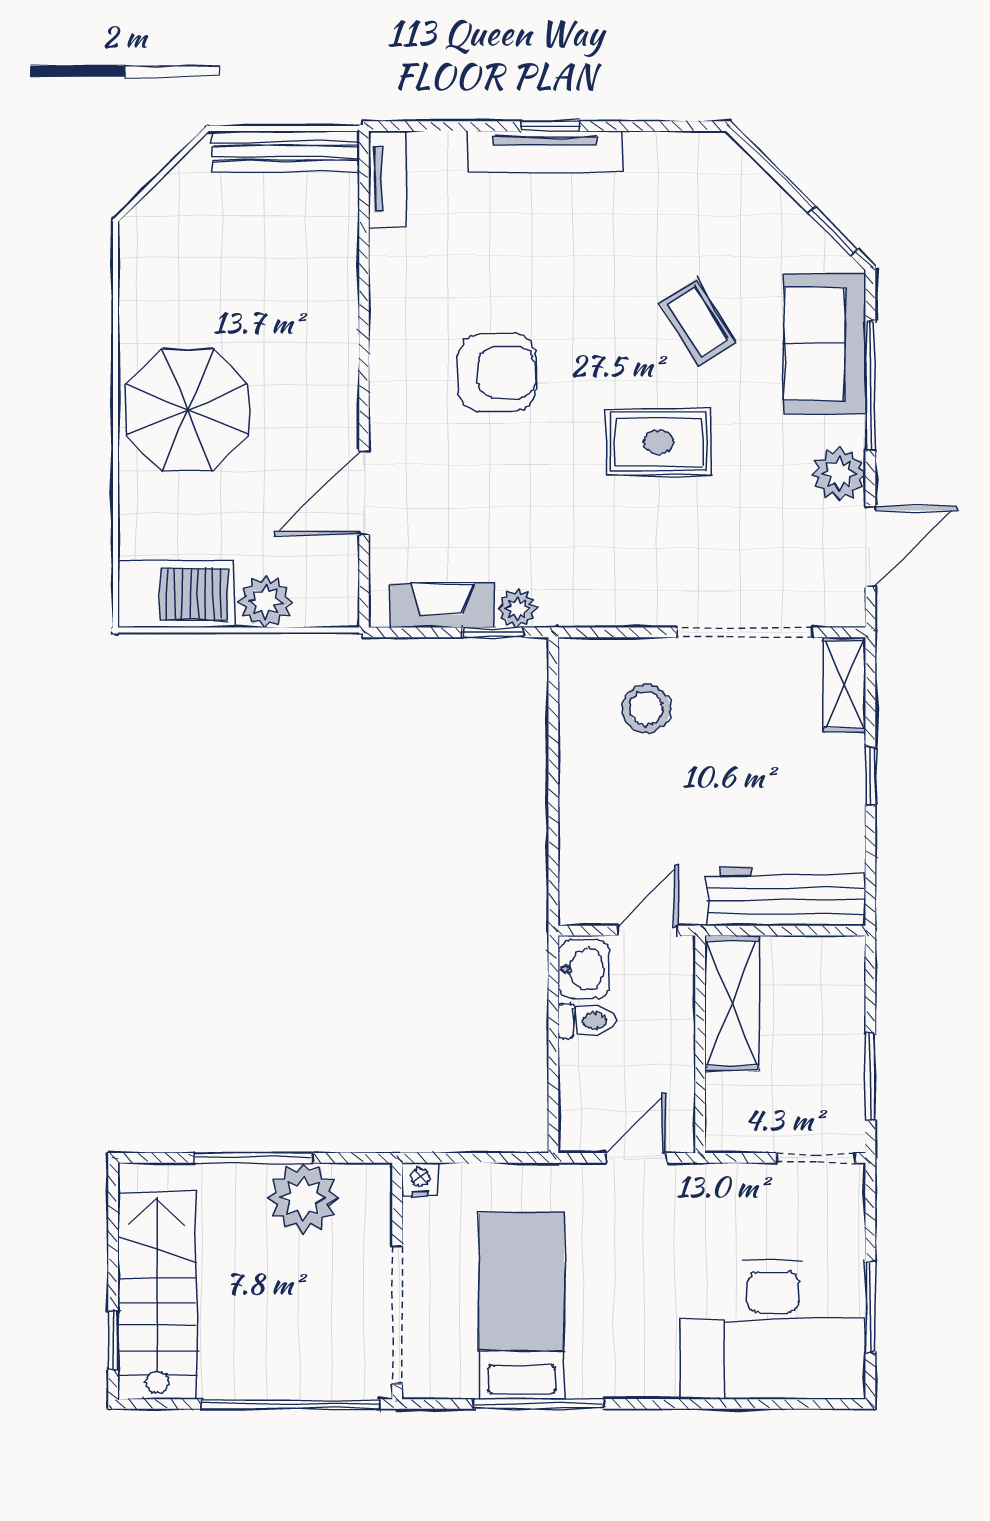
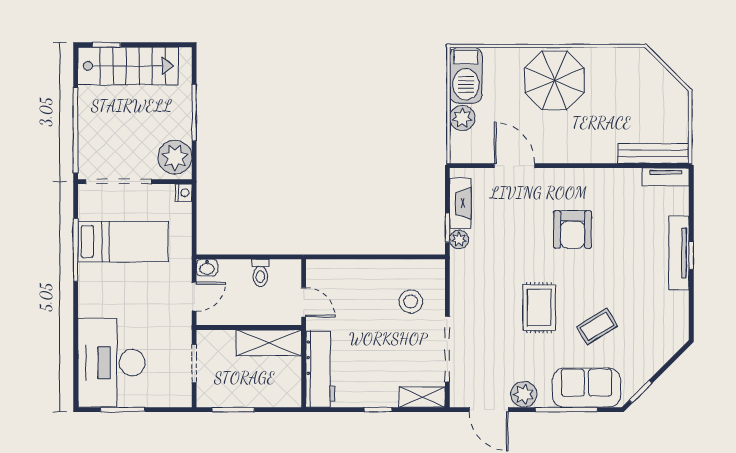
bench: (286, 151) -> (654, 153), moved, turned 90
washbasin: (584, 969) -> (207, 268), moved, width x0.72, depth x0.69
door: (636, 1158) -> (194, 297), hinge flipped
doorway: (815, 1158) -> (194, 363), moved
plant: (303, 1198) -> (175, 157), moved

